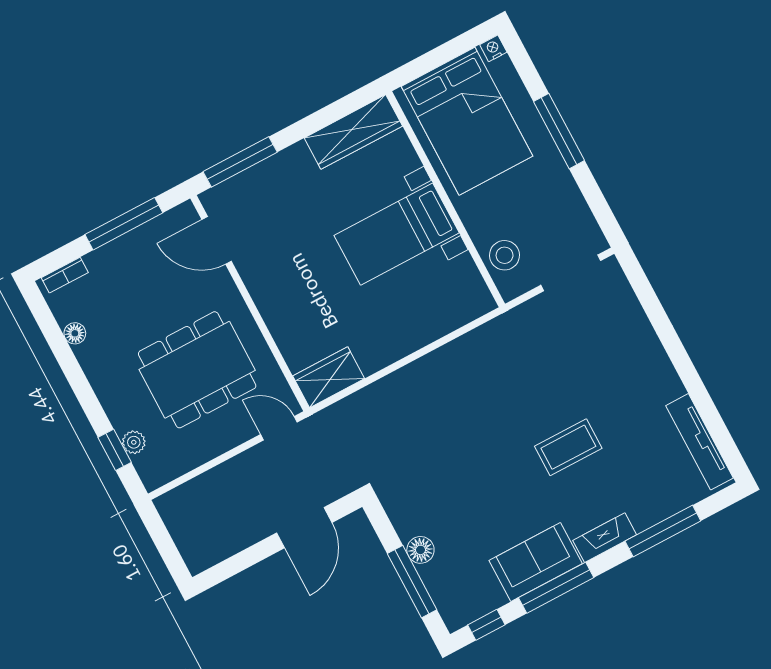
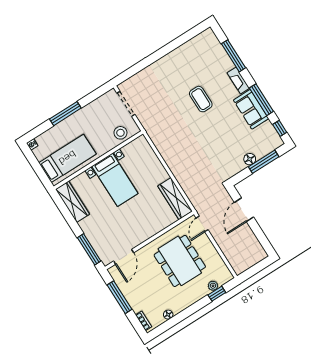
bed: (467, 121) -> (67, 158), width x0.67
wardrobe: (329, 377) -> (175, 199), width x1.50
tv unit: (699, 442) -> (194, 43), removed
door: (304, 528) -> (244, 210), swing flipped

